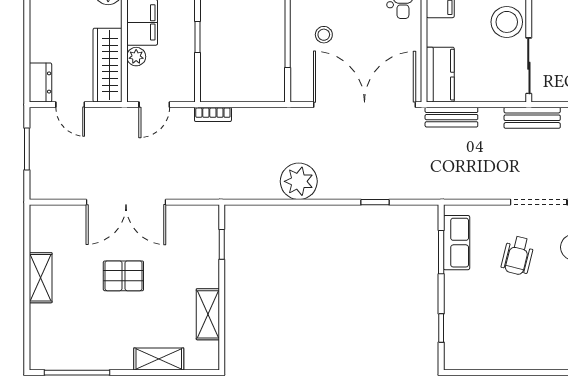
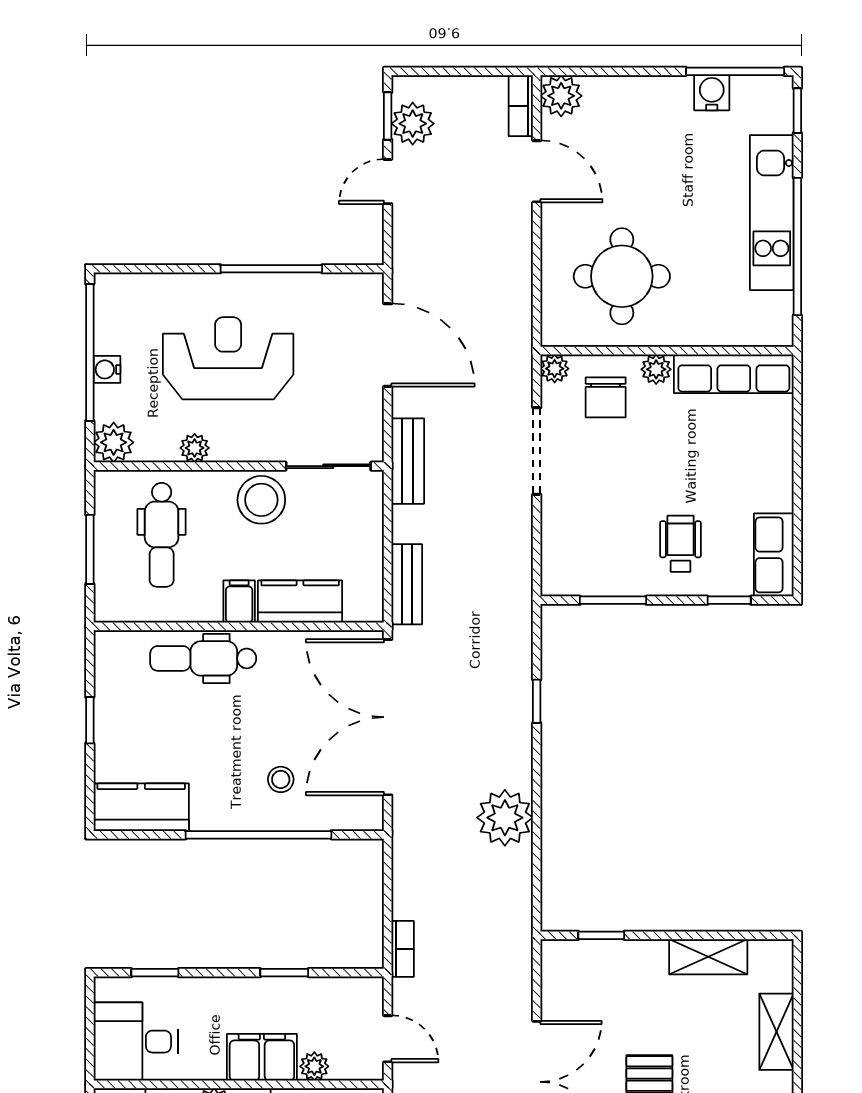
kitchen counter: (440, 75) -> (300, 601), moved
row of seats: (457, 243) -> (774, 555), moved, turned -90
wheelchair: (518, 255) -> (681, 544), moved, turned -104

